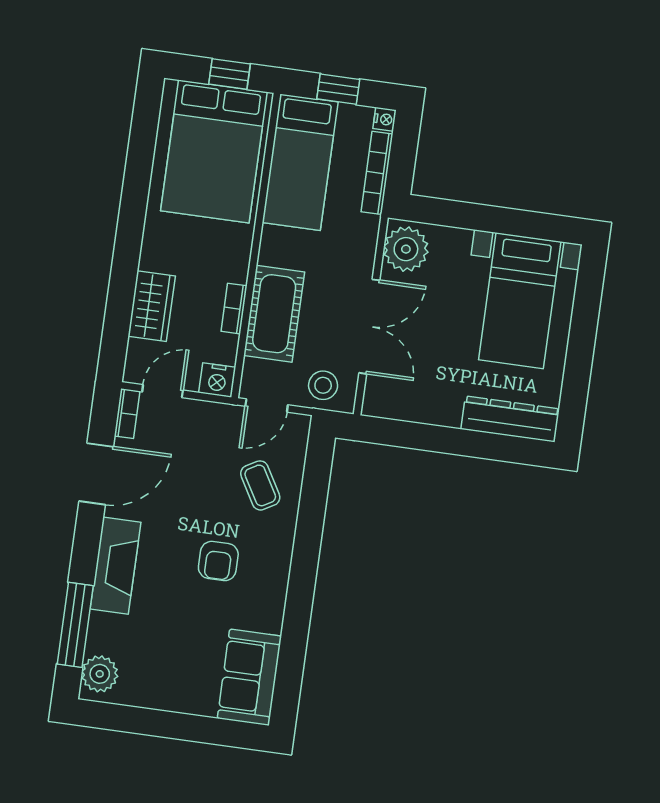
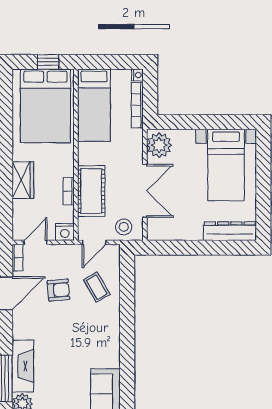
window: (338, 89) -> (109, 62), removed
wardrobe: (152, 306) -> (23, 180), moved
armchair: (218, 561) -> (58, 290), moved, turned -95
fireplace: (116, 566) -> (23, 366), moved

